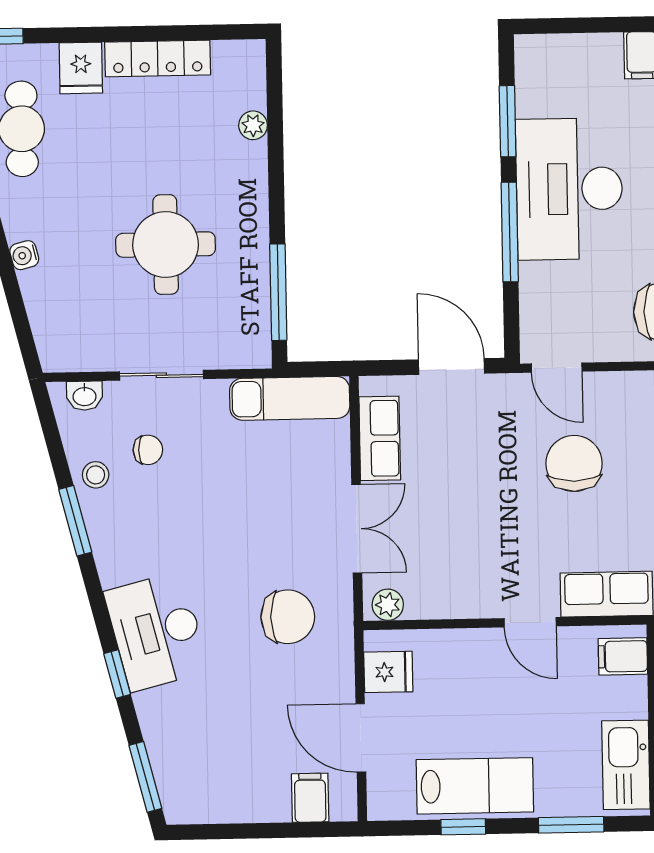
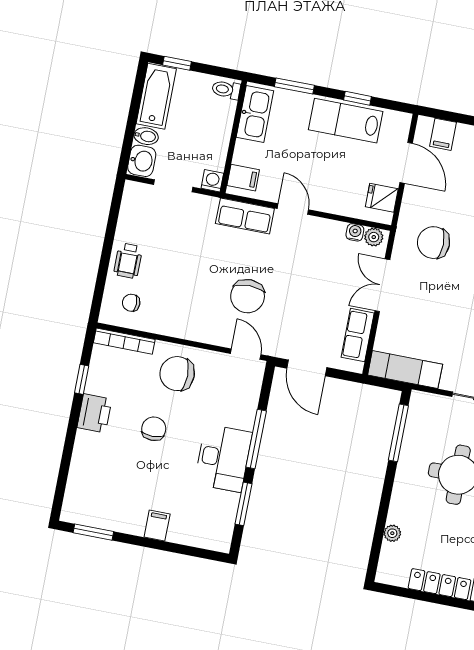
desk: (569, 189) -> (223, 458), width x0.73, depth x0.77
water cooler: (420, 606) -> (355, 232), added

